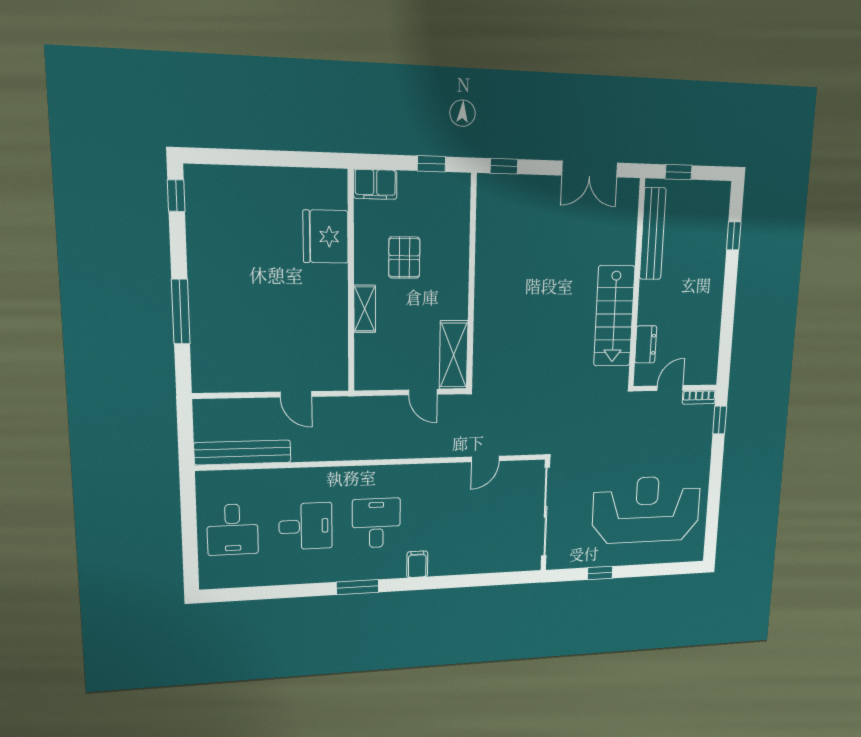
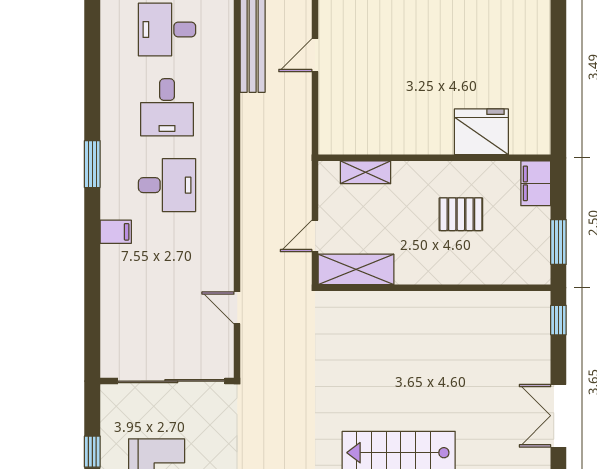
window: (431, 164) -> (558, 242), width x1.50
shelving: (365, 309) -> (366, 172), moved
door: (296, 394) -> (315, 55), moved

